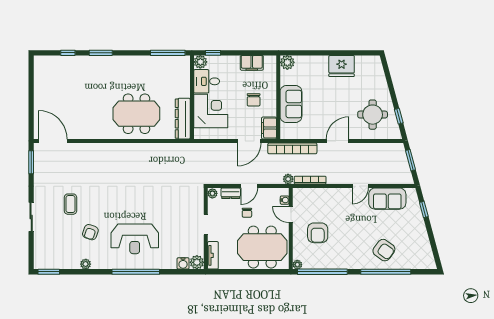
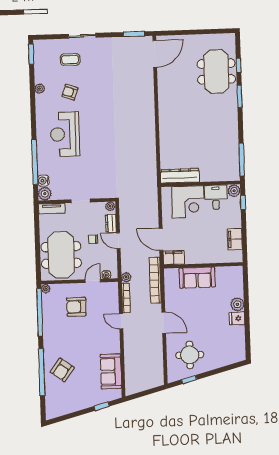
plant: (287, 62) -> (237, 304), moved
fridge: (342, 66) -> (237, 318), width x0.53, depth x0.75
chair: (254, 100) -> (200, 242), removed
meeting table: (136, 114) -> (216, 71), moved
window: (411, 160) -> (148, 392), removed
door: (360, 186) -> (121, 321), moved
coffee table: (70, 204) -> (70, 60), moved
window: (136, 272) -> (35, 162), moved

